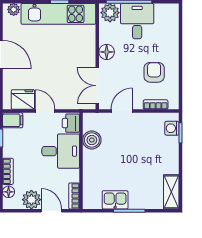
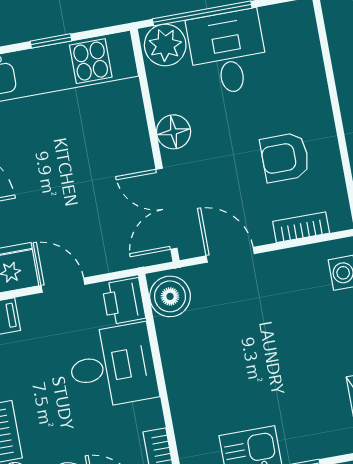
armchair: (154, 72) -> (285, 157), turned -90
door: (122, 111) -> (230, 255), hinge flipped
boiler: (92, 140) -> (170, 296), moved

